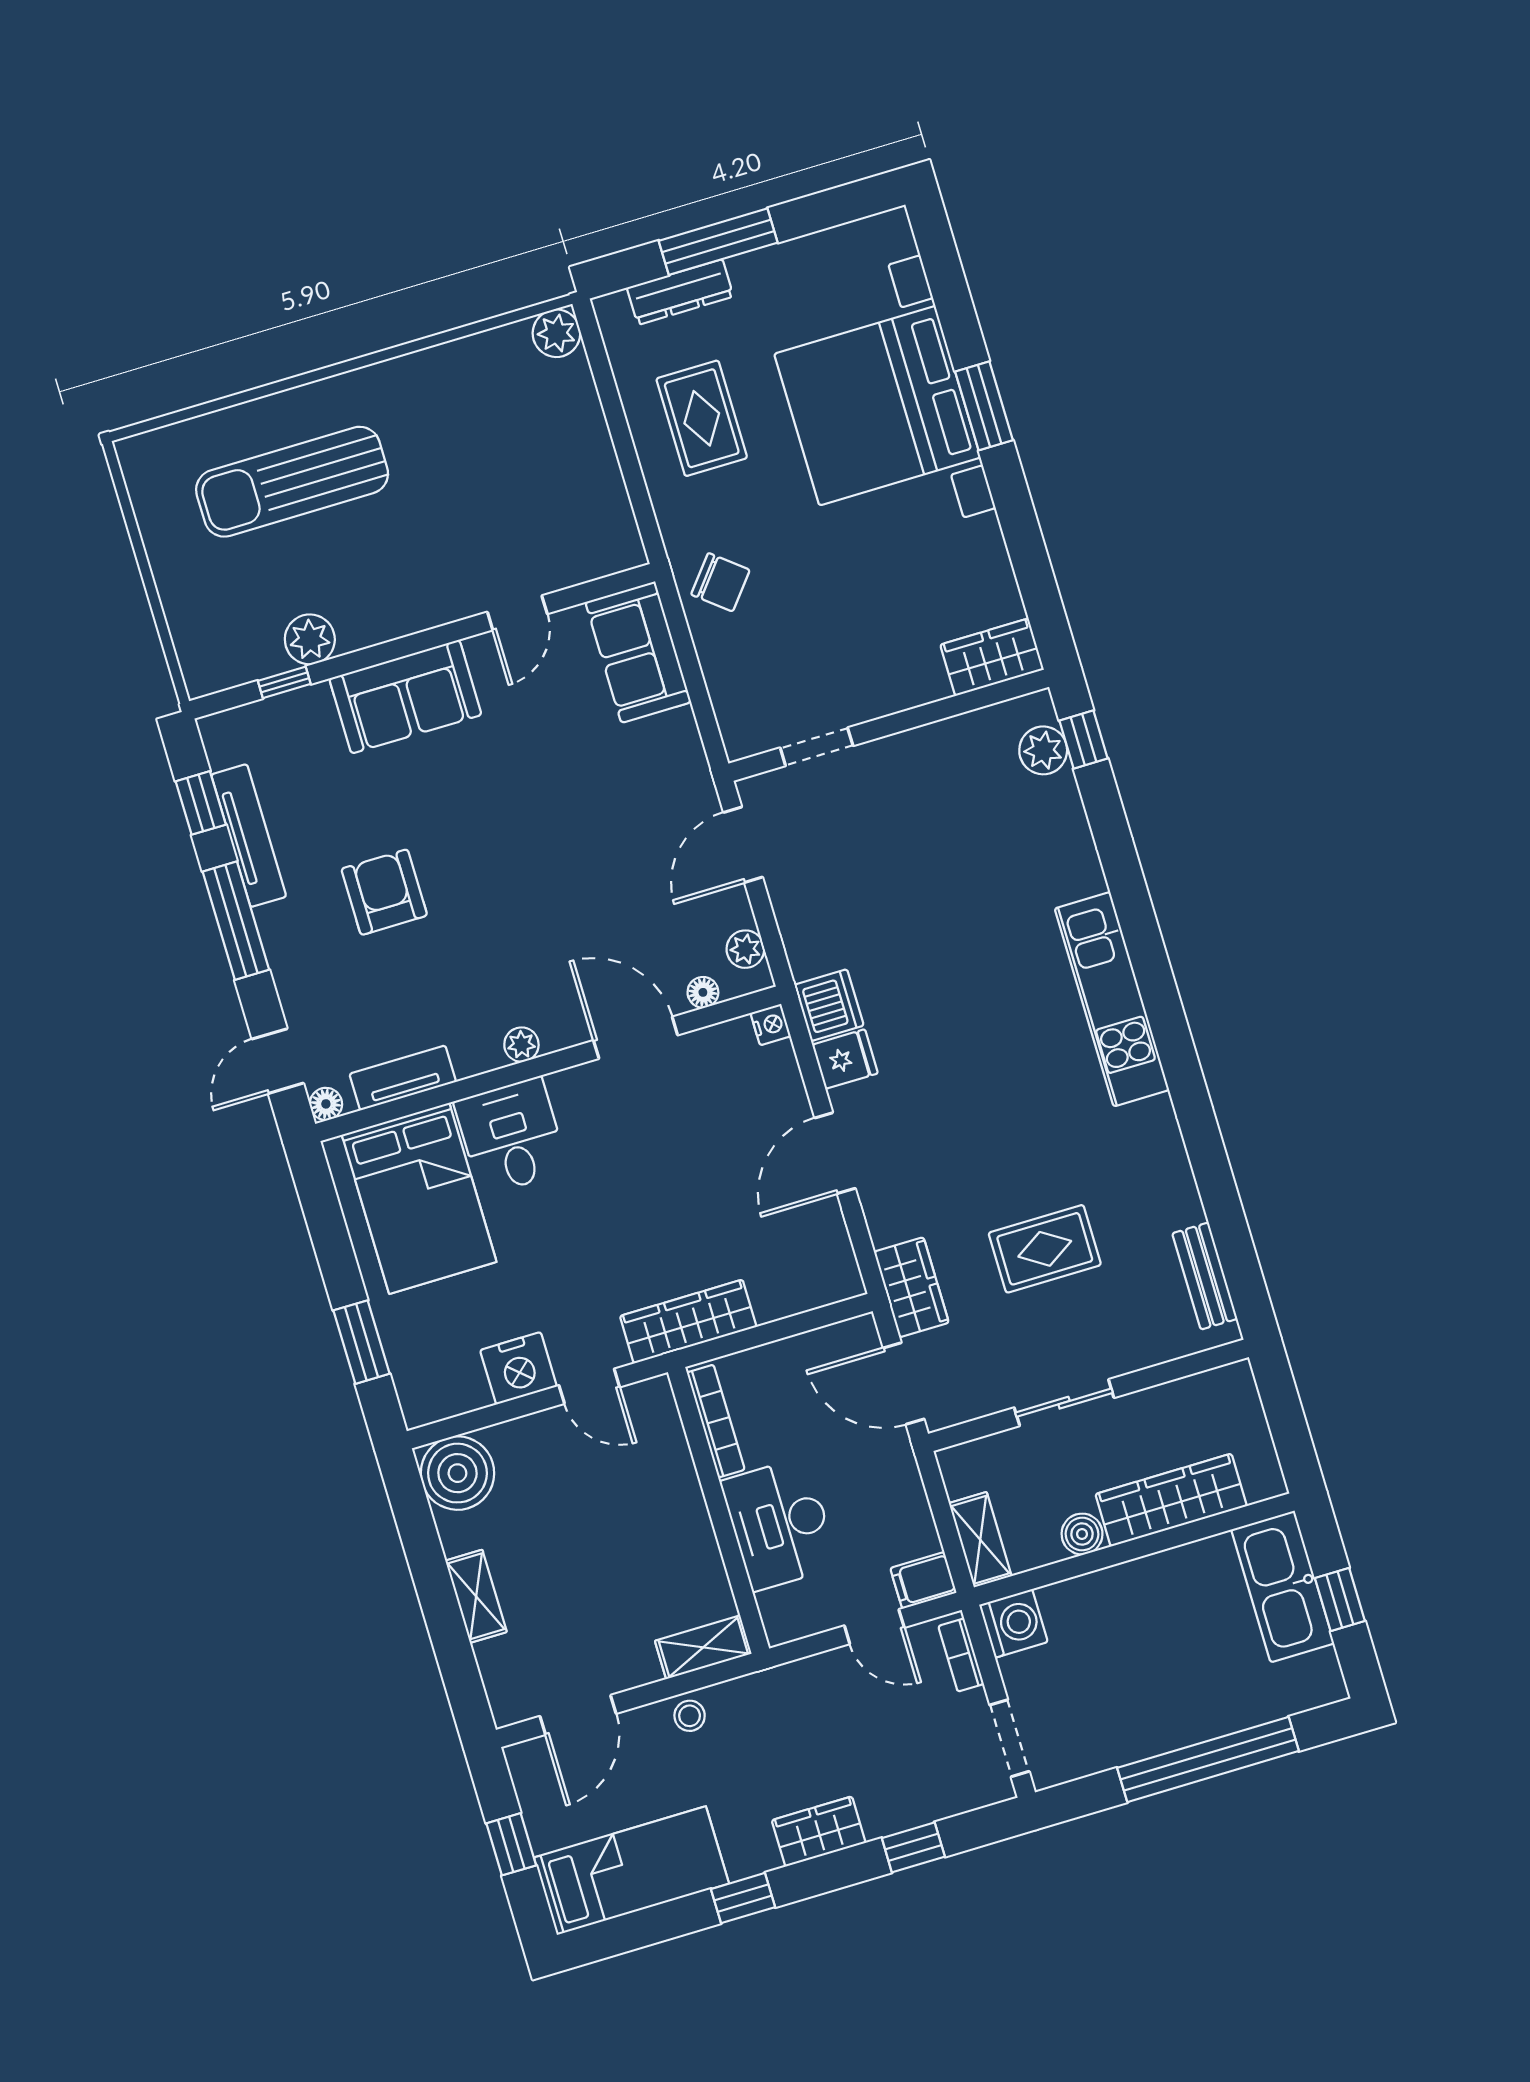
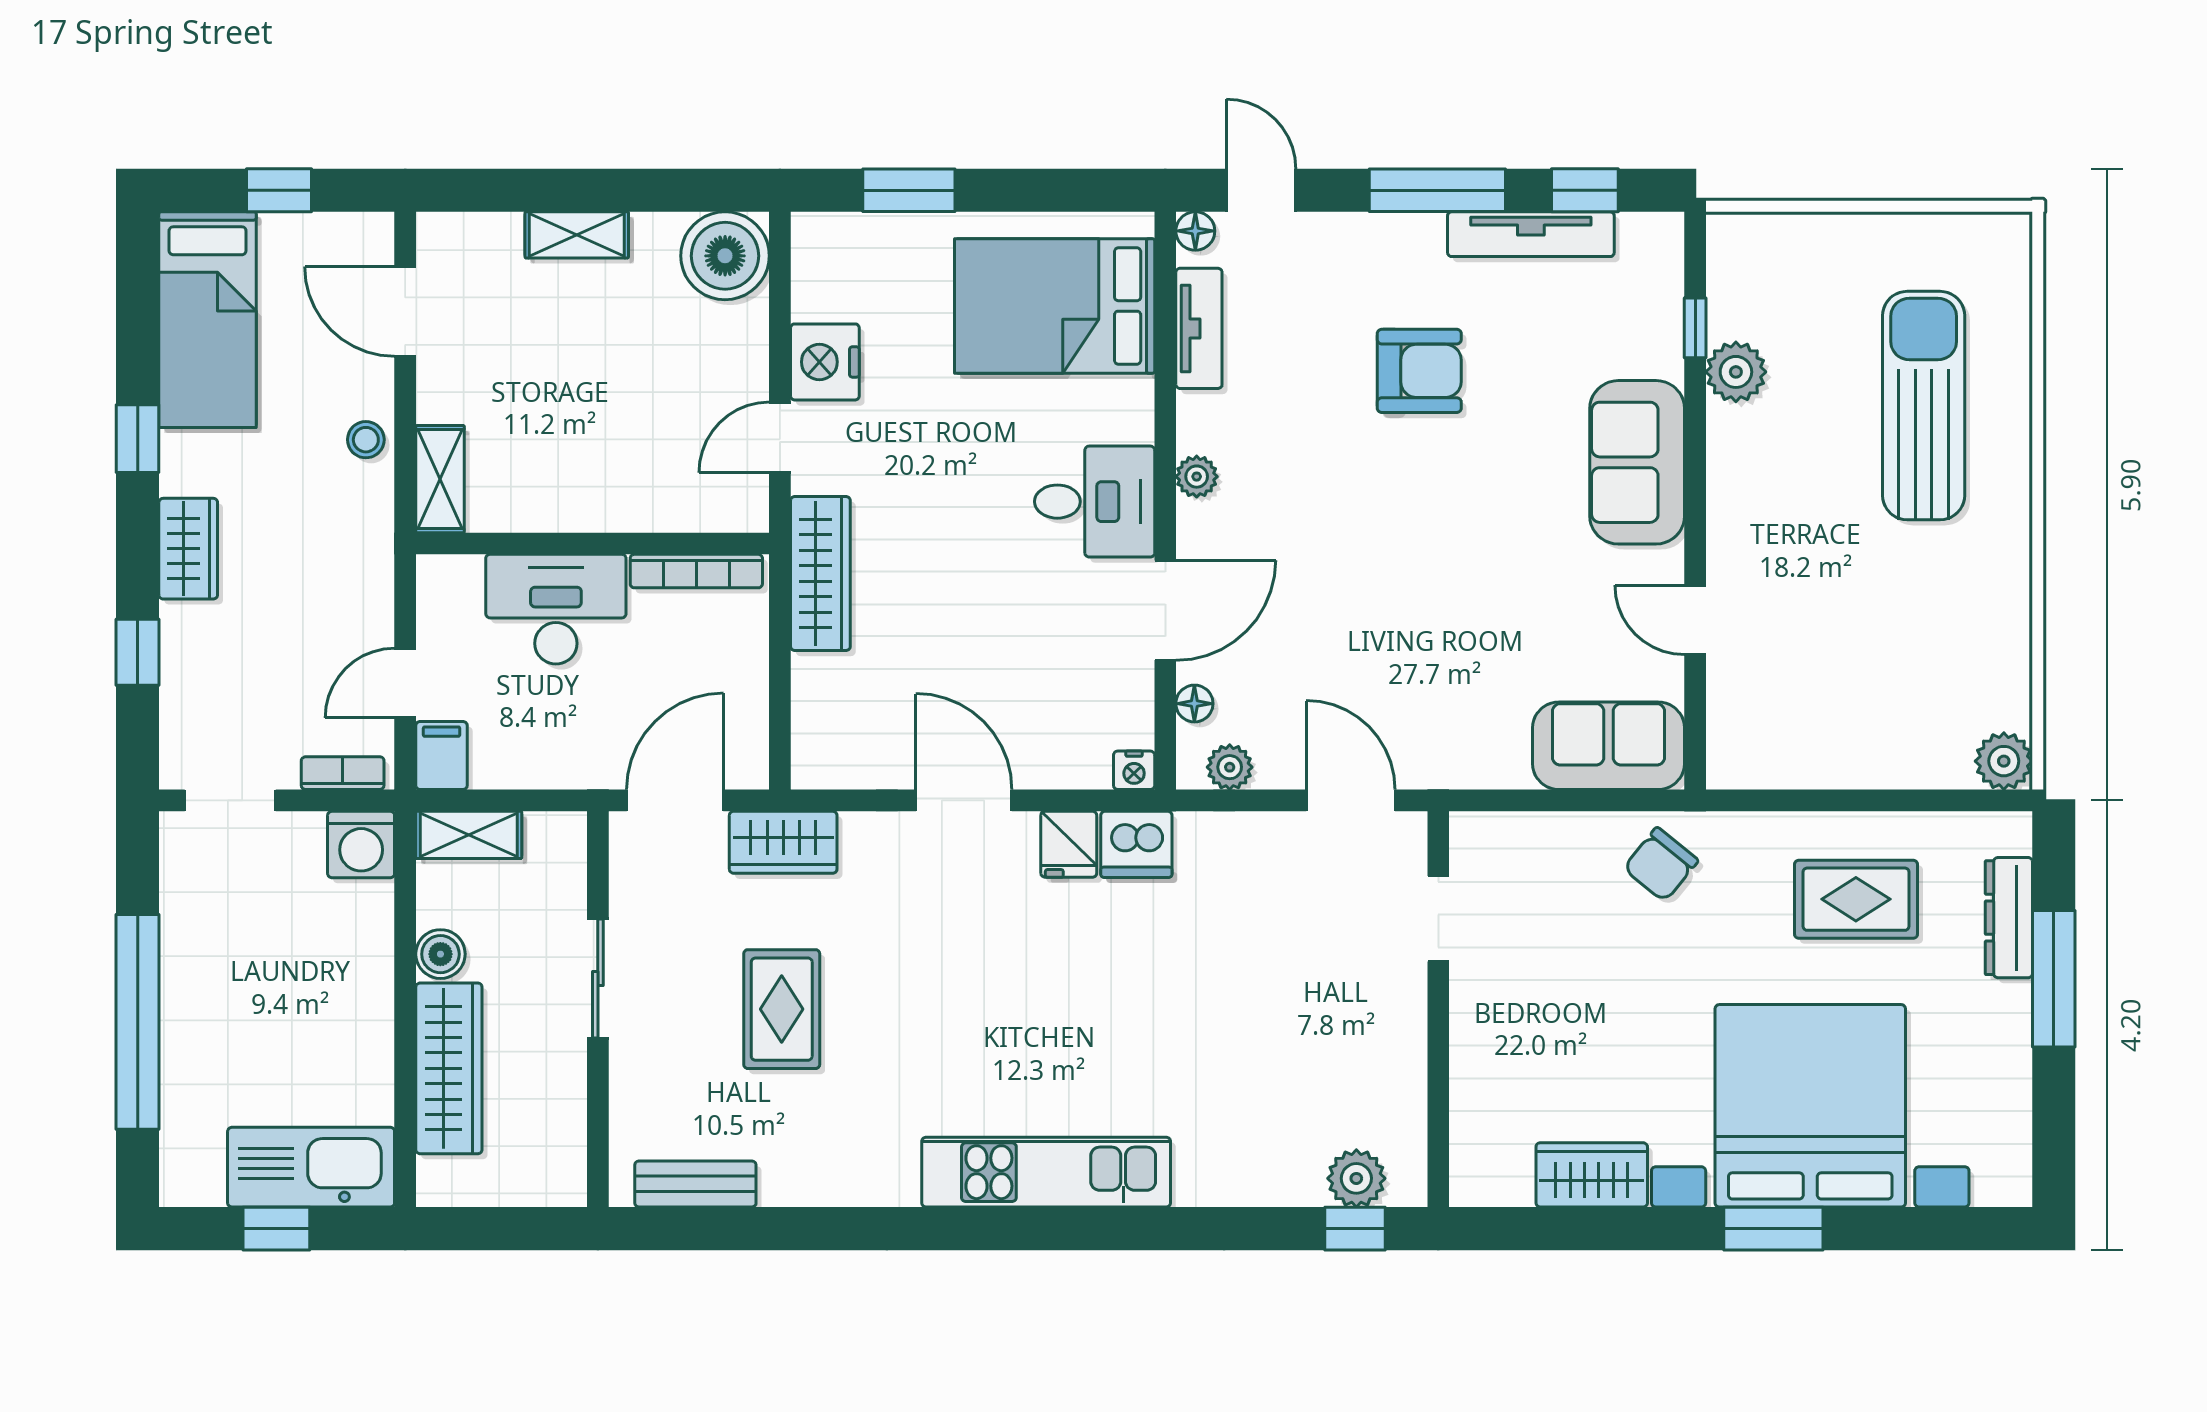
wardrobe: (992, 657) -> (1592, 1175), moved, turned -90
desk: (511, 1136) -> (1095, 502), moved

